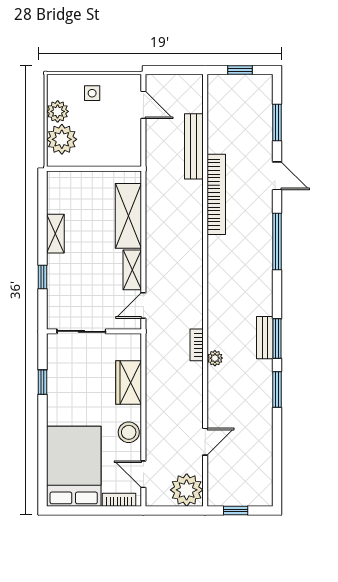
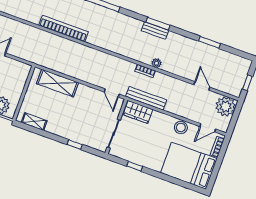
bench: (194, 146) -> (146, 98), moved
shelving: (55, 234) -> (34, 122), moved
shelving: (132, 270) -> (89, 92), removed
wardrobe: (129, 382) -> (138, 112), moved
window: (277, 389) -> (210, 42), moved

